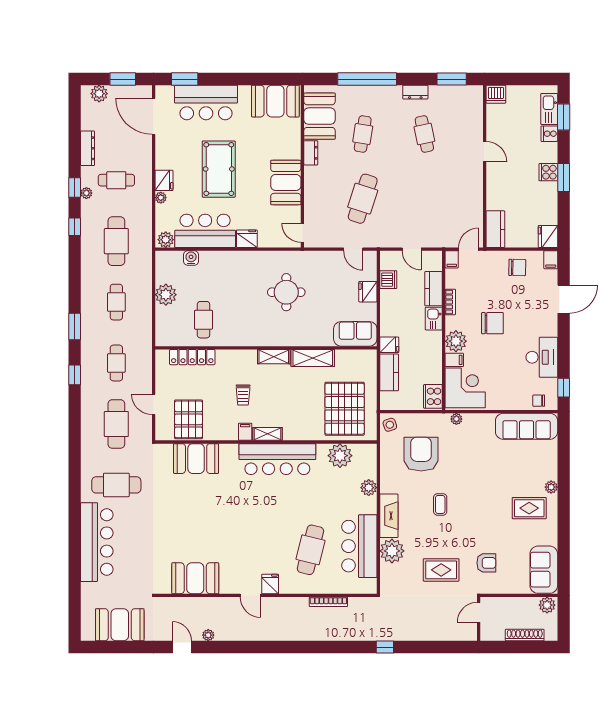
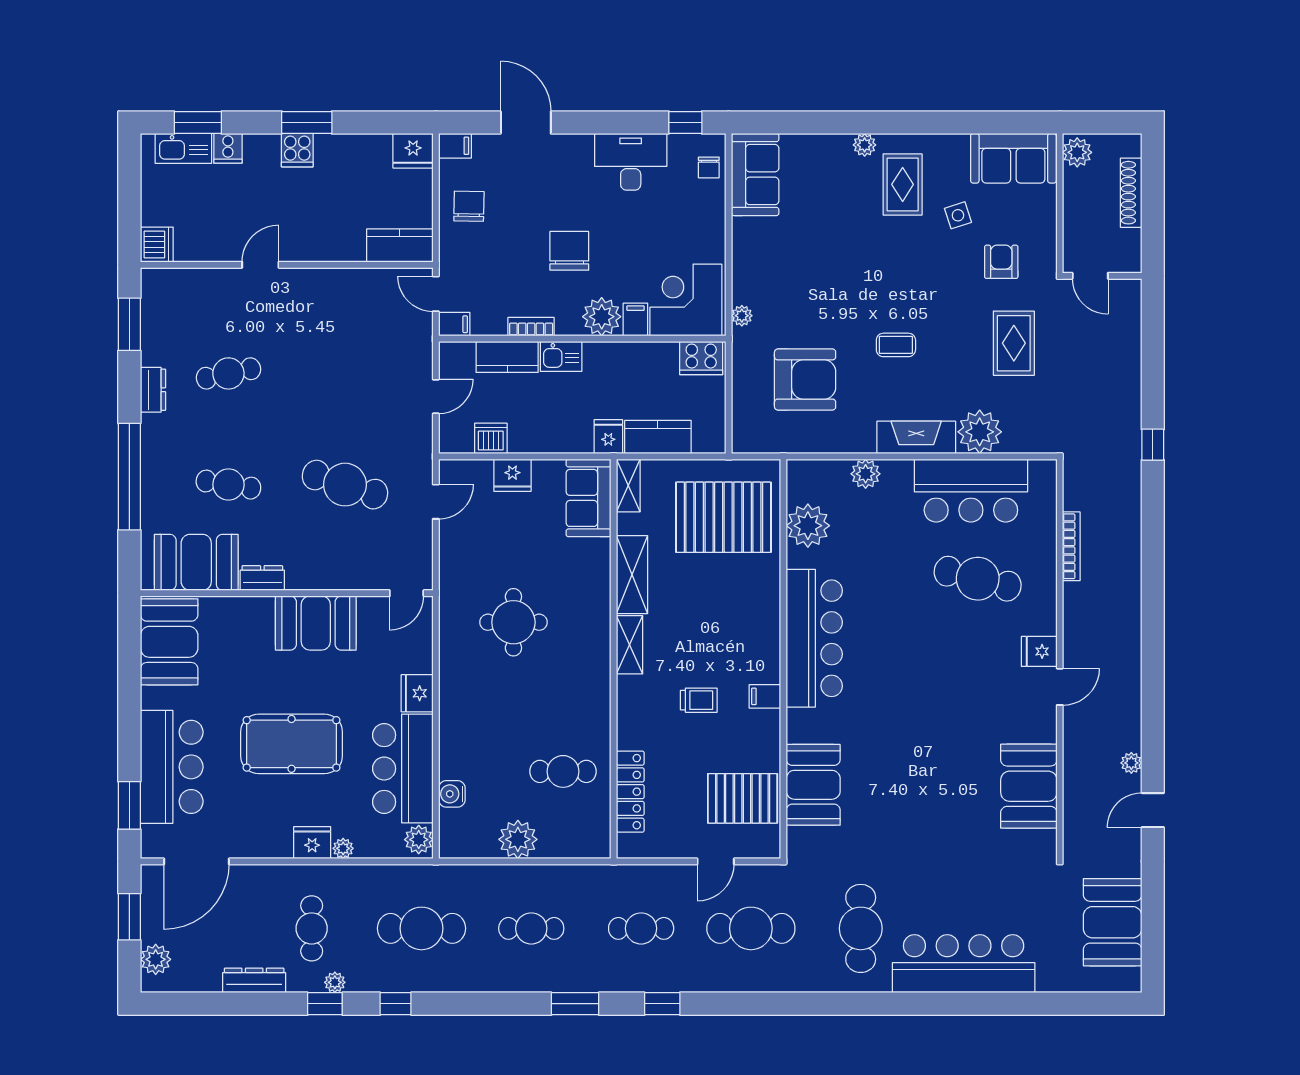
side table: (390, 425) -> (958, 215), moved
sofa: (527, 426) -> (755, 175), width x0.73
shelving: (268, 434) -> (628, 485), moved
armchair: (421, 454) -> (805, 379), turned 180

